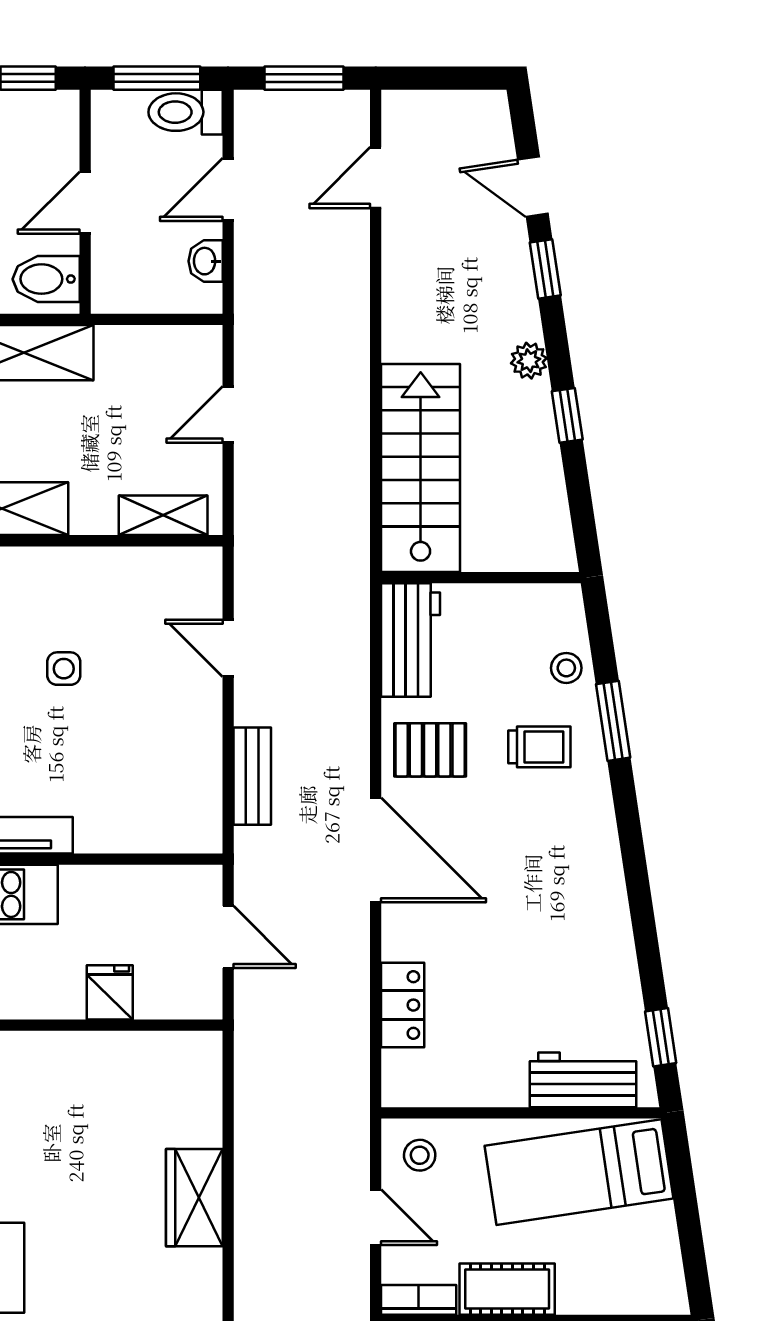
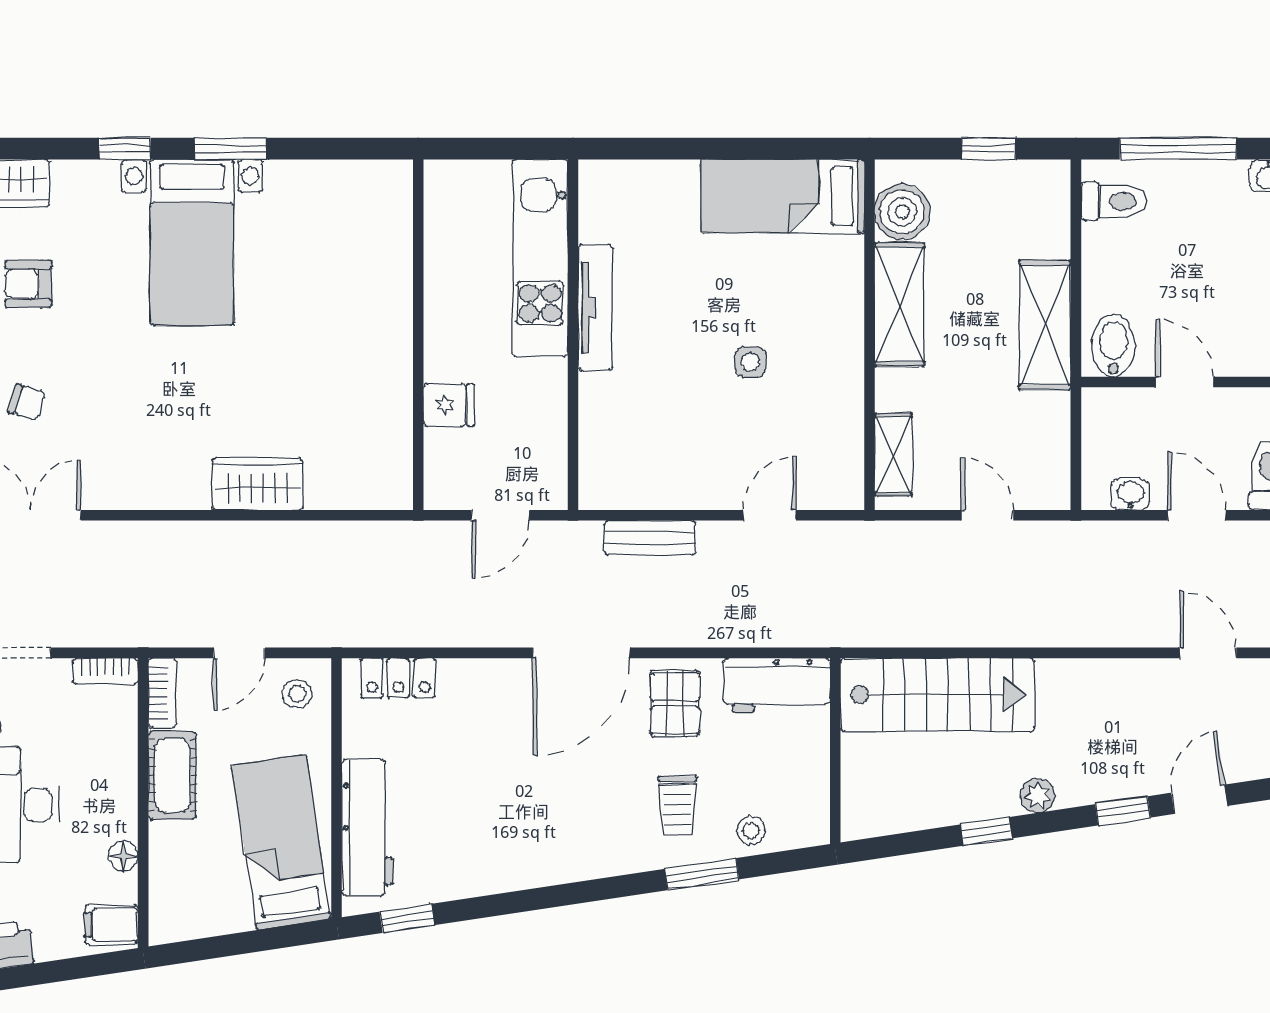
locker: (403, 1005) -> (398, 678), moved
workbench: (583, 1080) -> (367, 827), width x1.38

